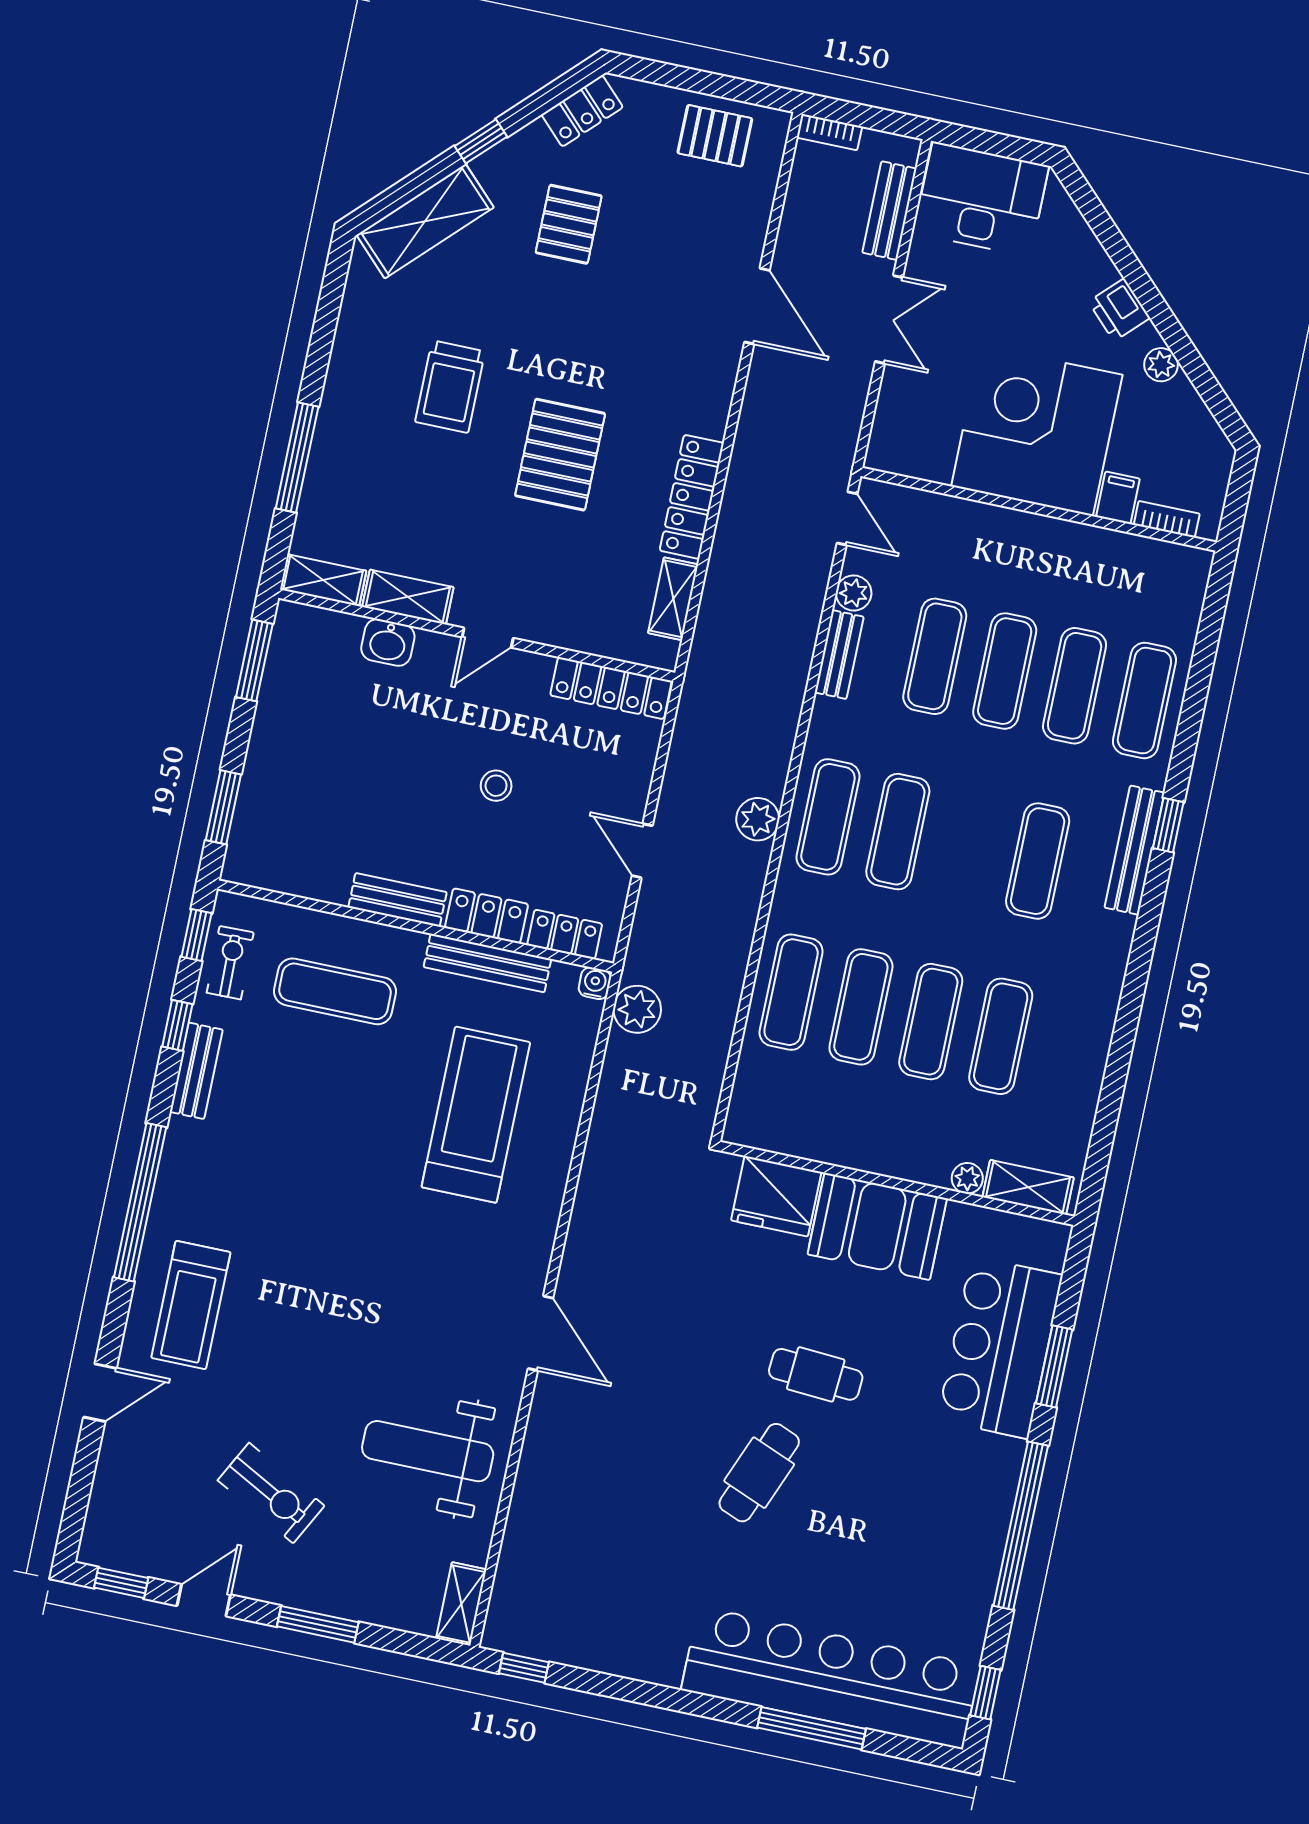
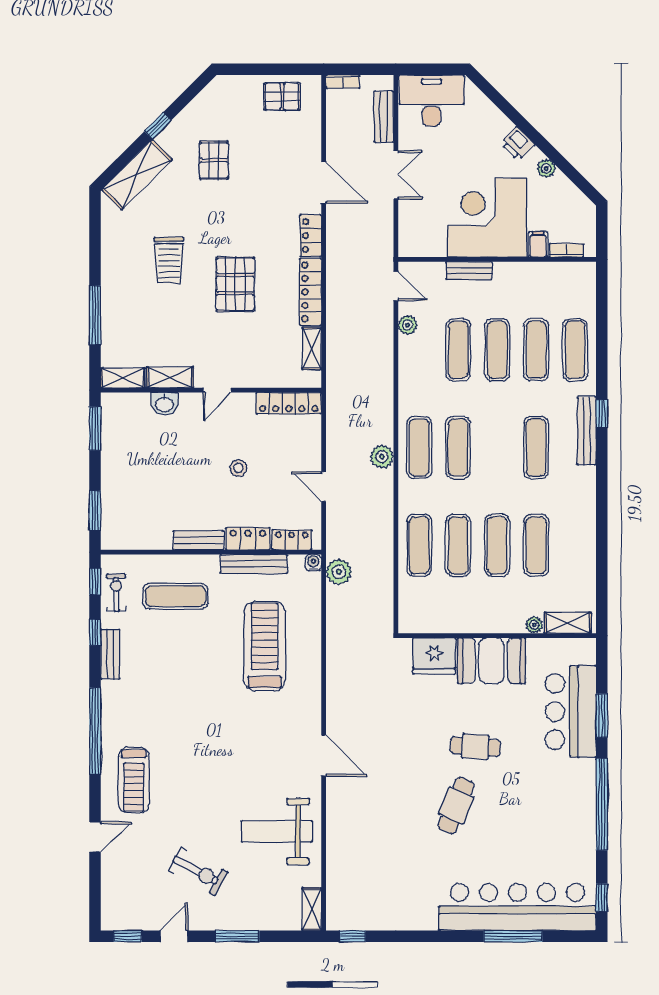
locker: (582, 111) -> (311, 236), moved, turned 135
bench: (839, 655) -> (469, 271), moved, turned 90

